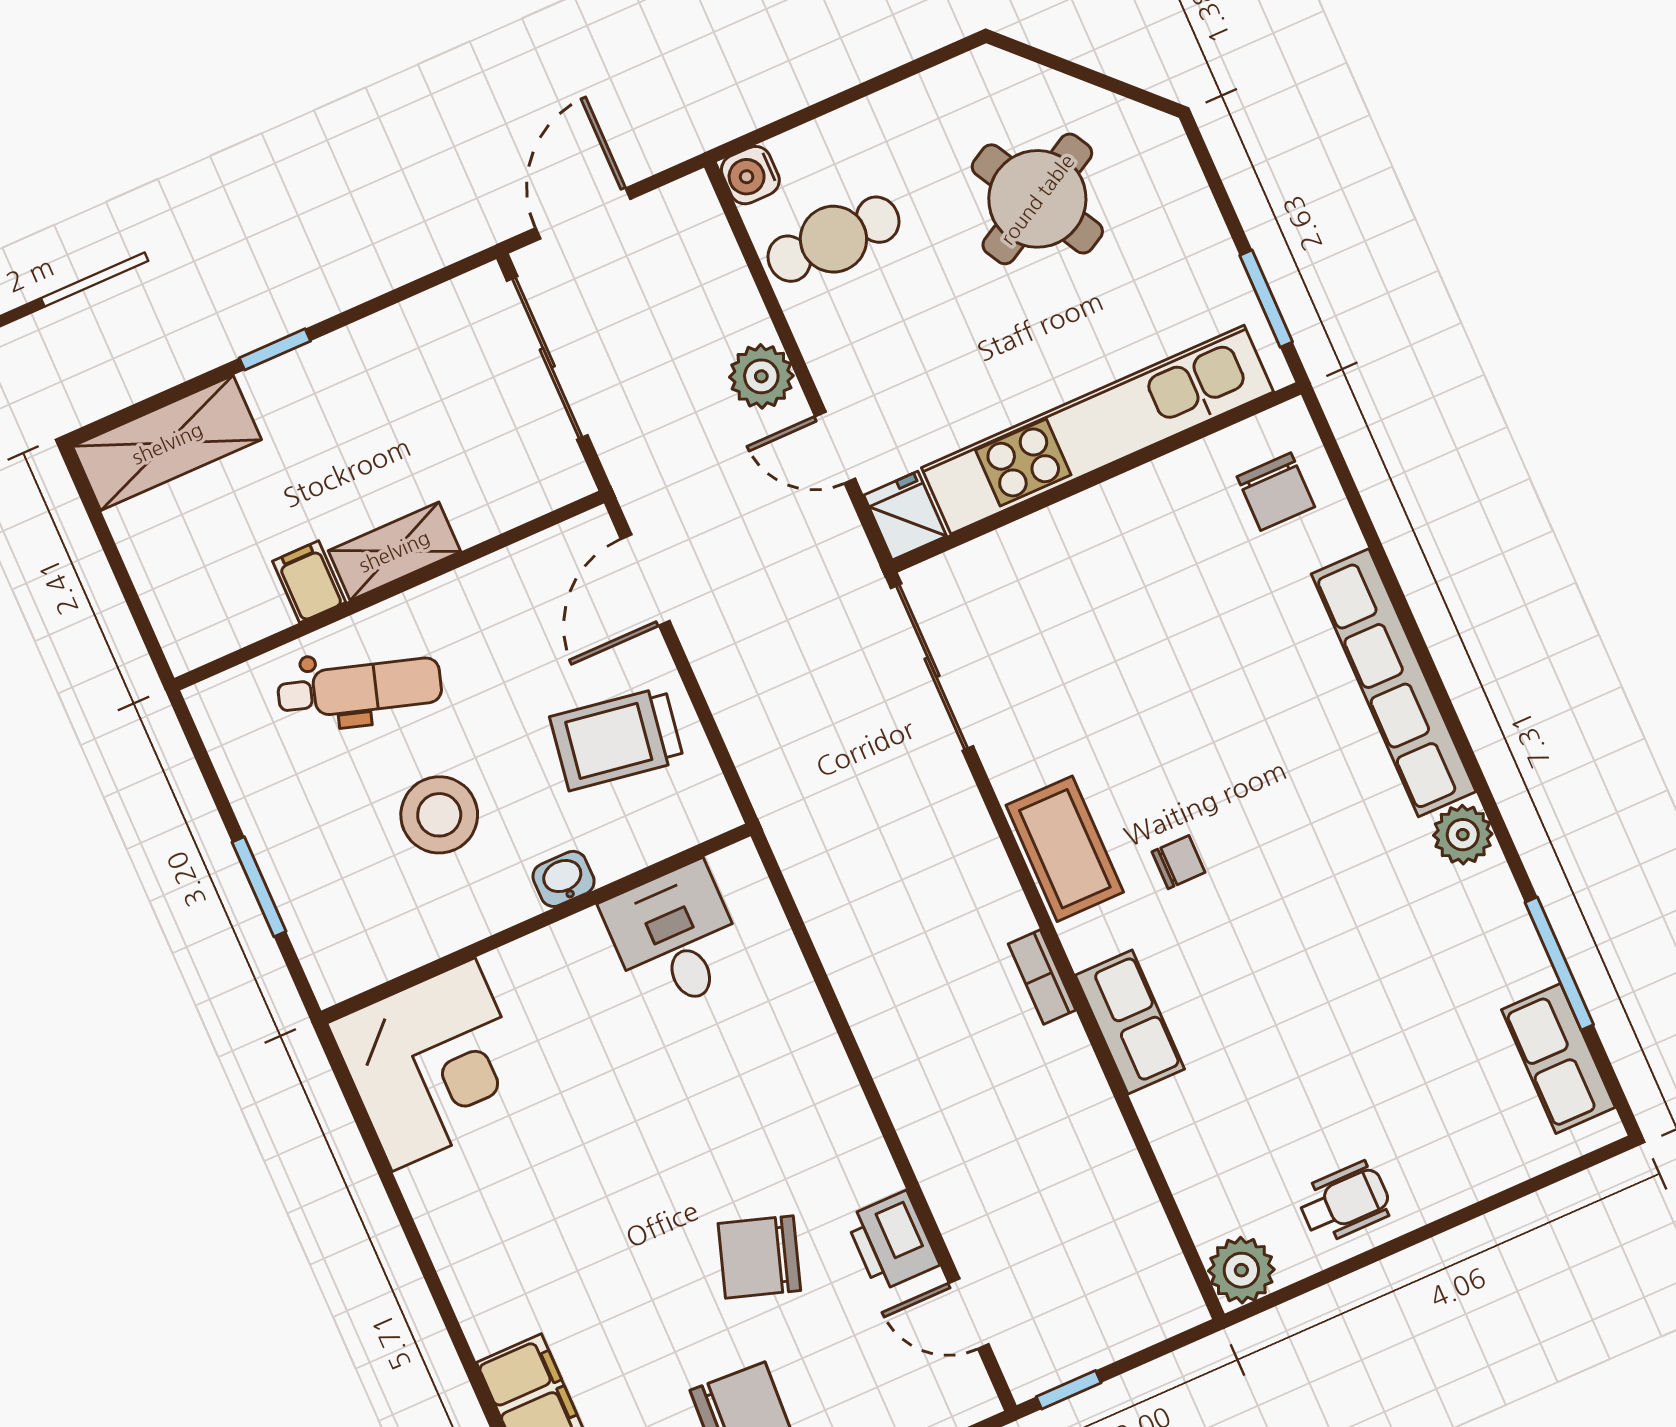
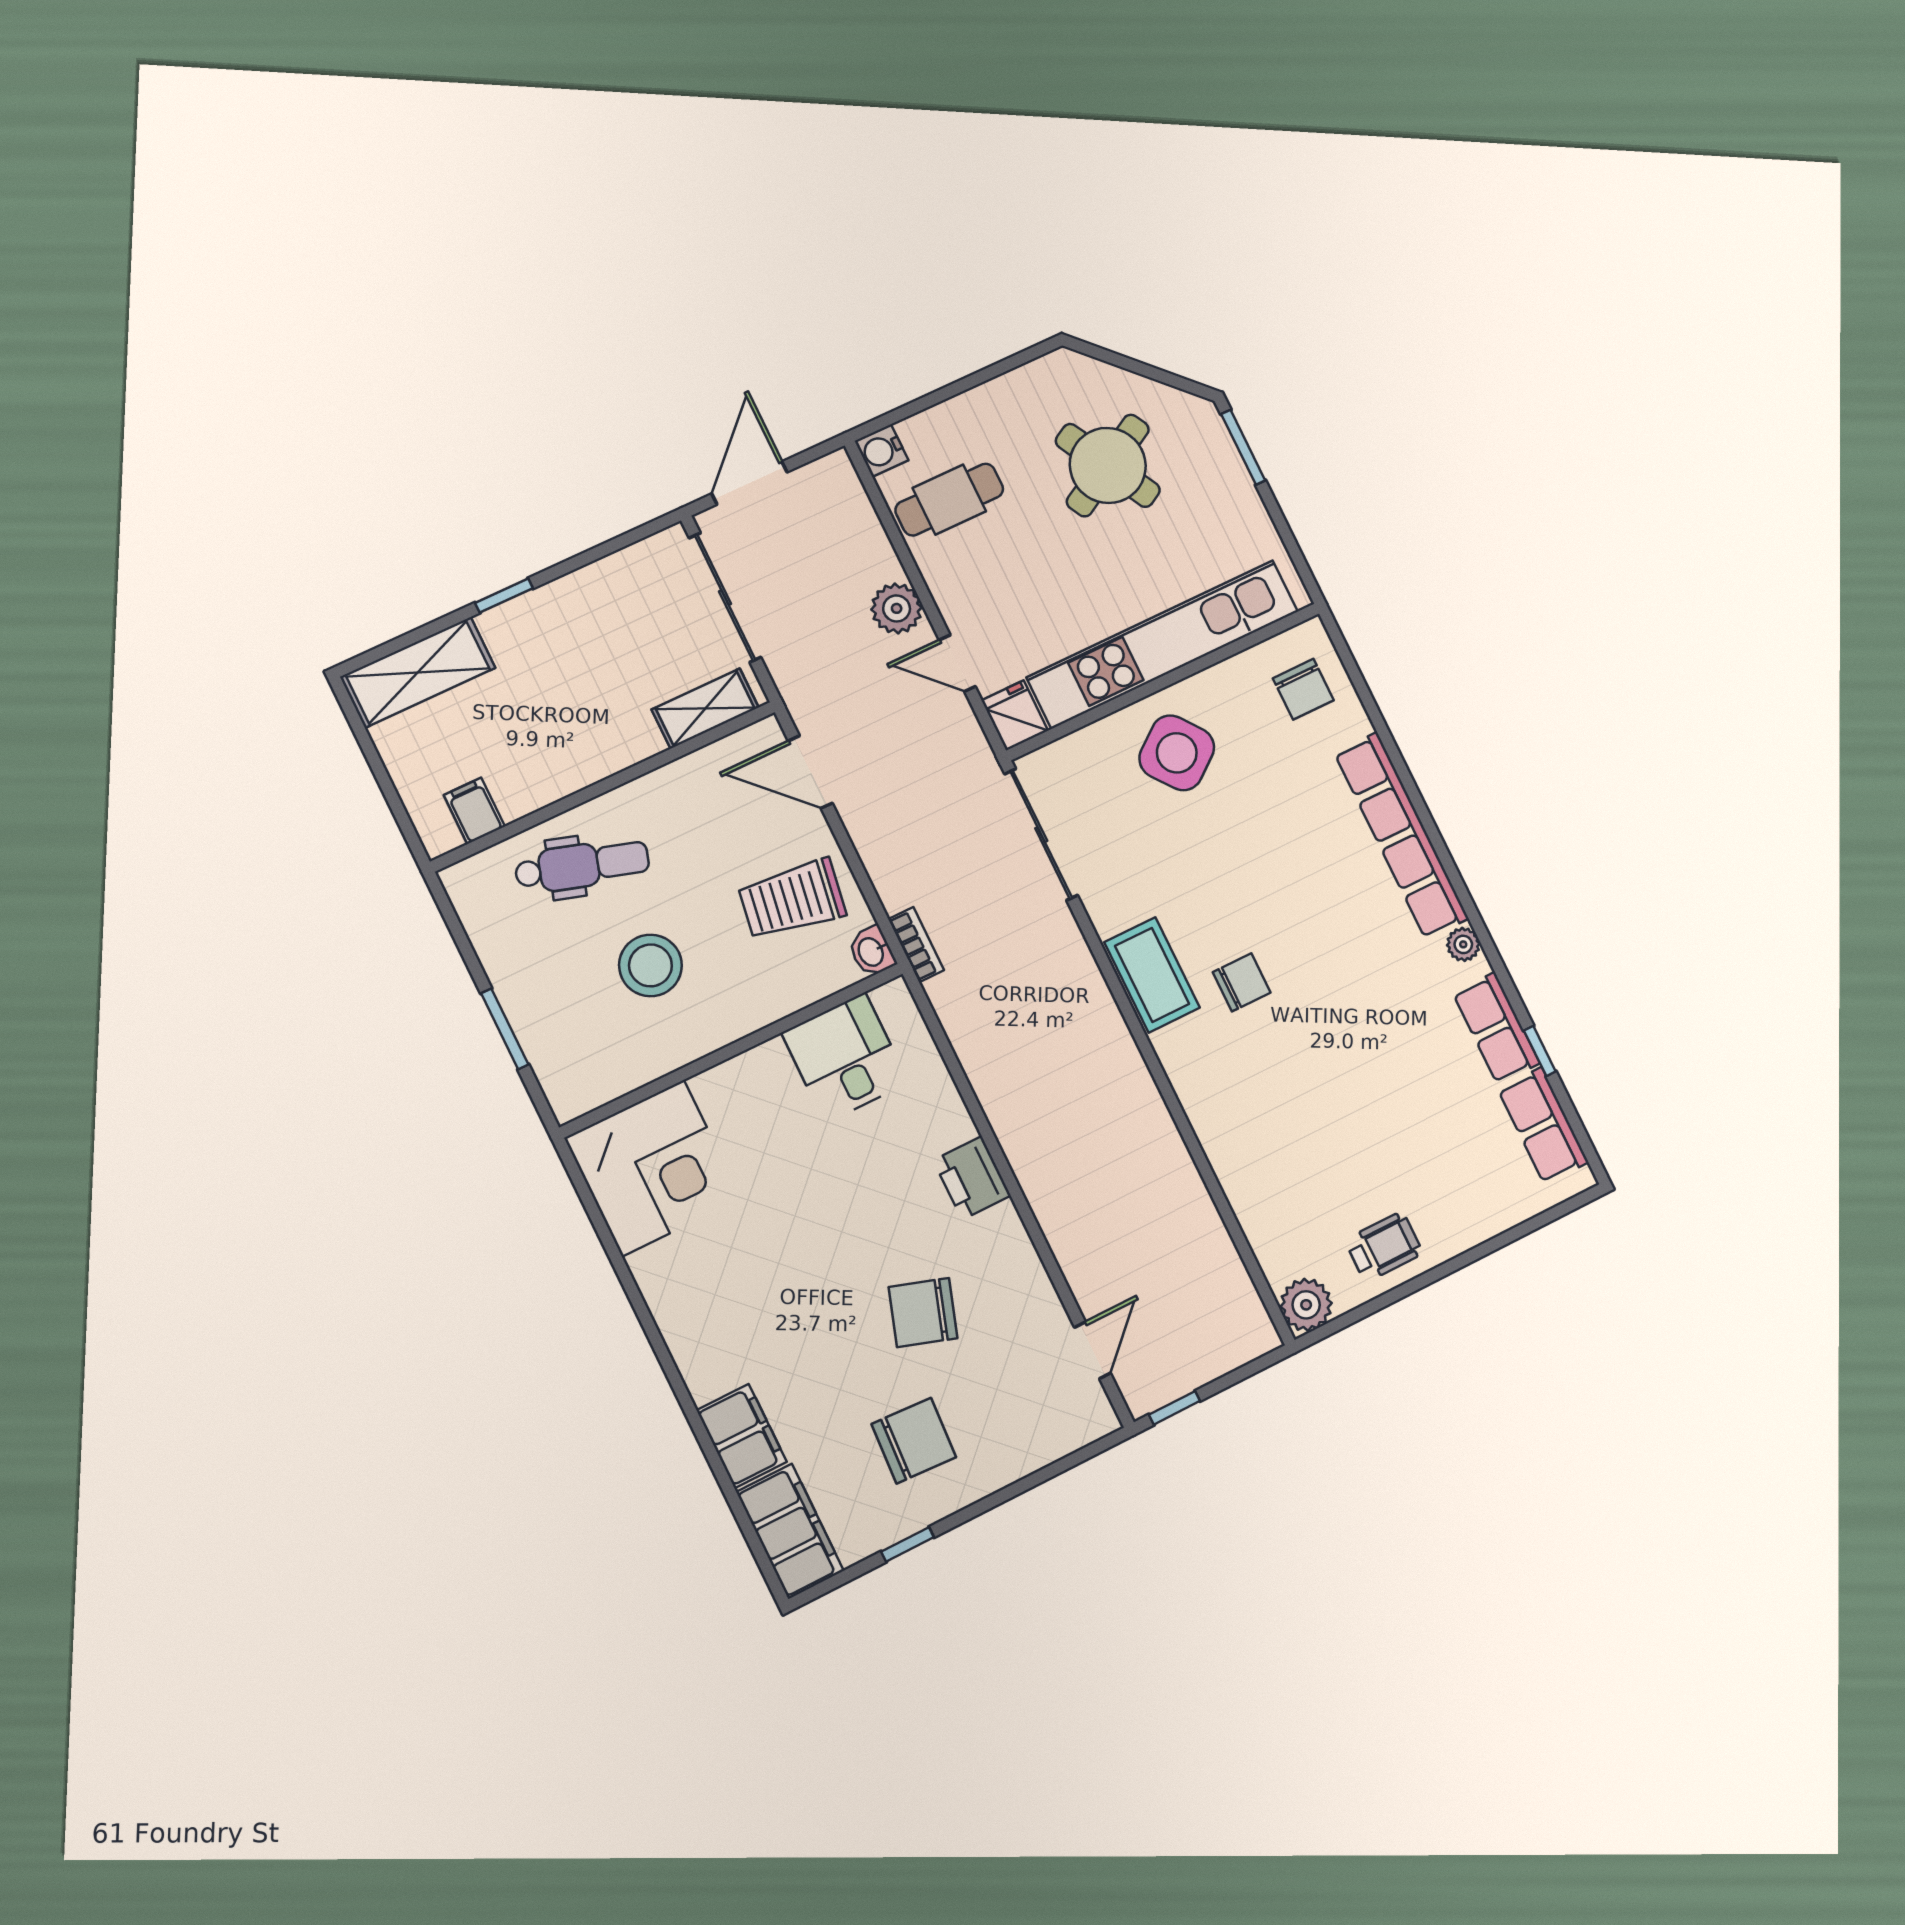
window: (1266, 299) -> (1243, 447), moved
shelving: (394, 551) -> (705, 708), moved
side table: (1109, 569) -> (1177, 753), added
door: (645, 580) -> (810, 772), hinge flipped
filing cabinet: (309, 582) -> (474, 811), moved
plant: (1463, 835) -> (1463, 944), width x0.73, depth x0.73
chair: (1178, 862) -> (1242, 982), width x1.37, depth x1.37
washbasin: (564, 879) -> (872, 952), moved, turned -90
window: (1559, 963) -> (1540, 1051), width x0.46
bookcase: (1042, 977) -> (916, 945), moved, turned 180
row of seats: (1130, 1022) -> (1496, 1028), moved, turned 180
printer: (892, 1241) -> (972, 1178), moved
door: (969, 1314) -> (1093, 1350), swing flipped

